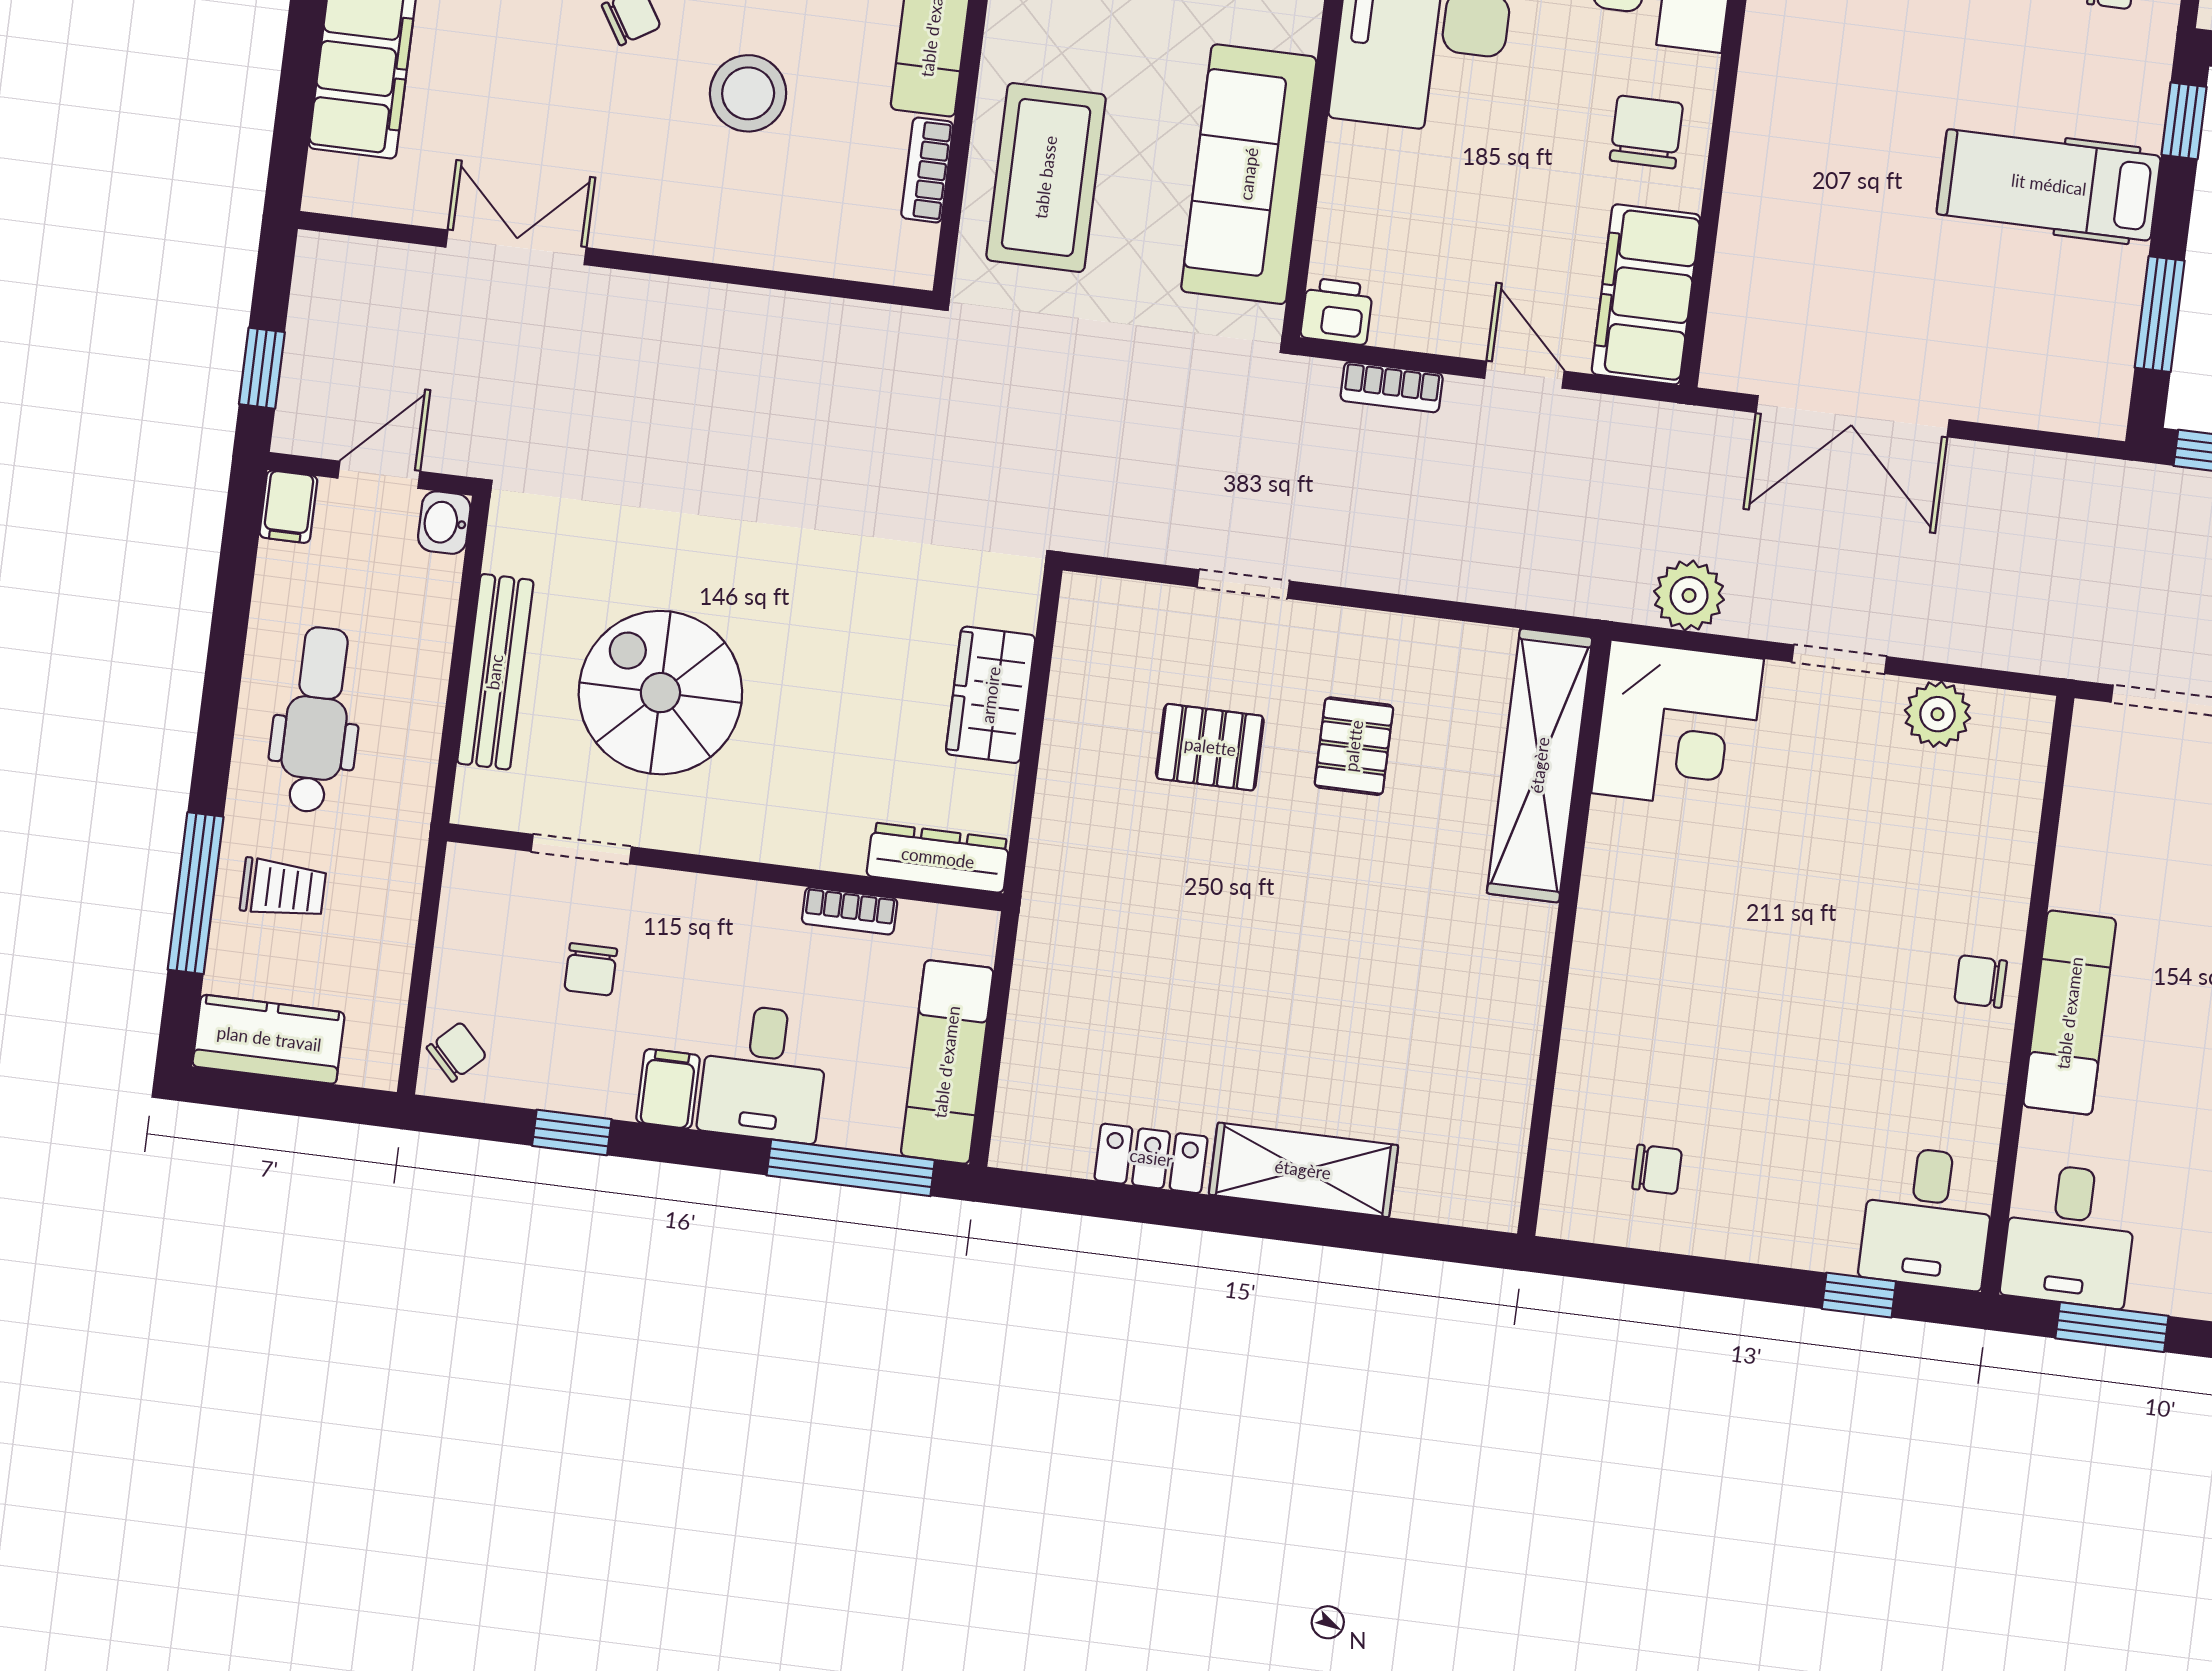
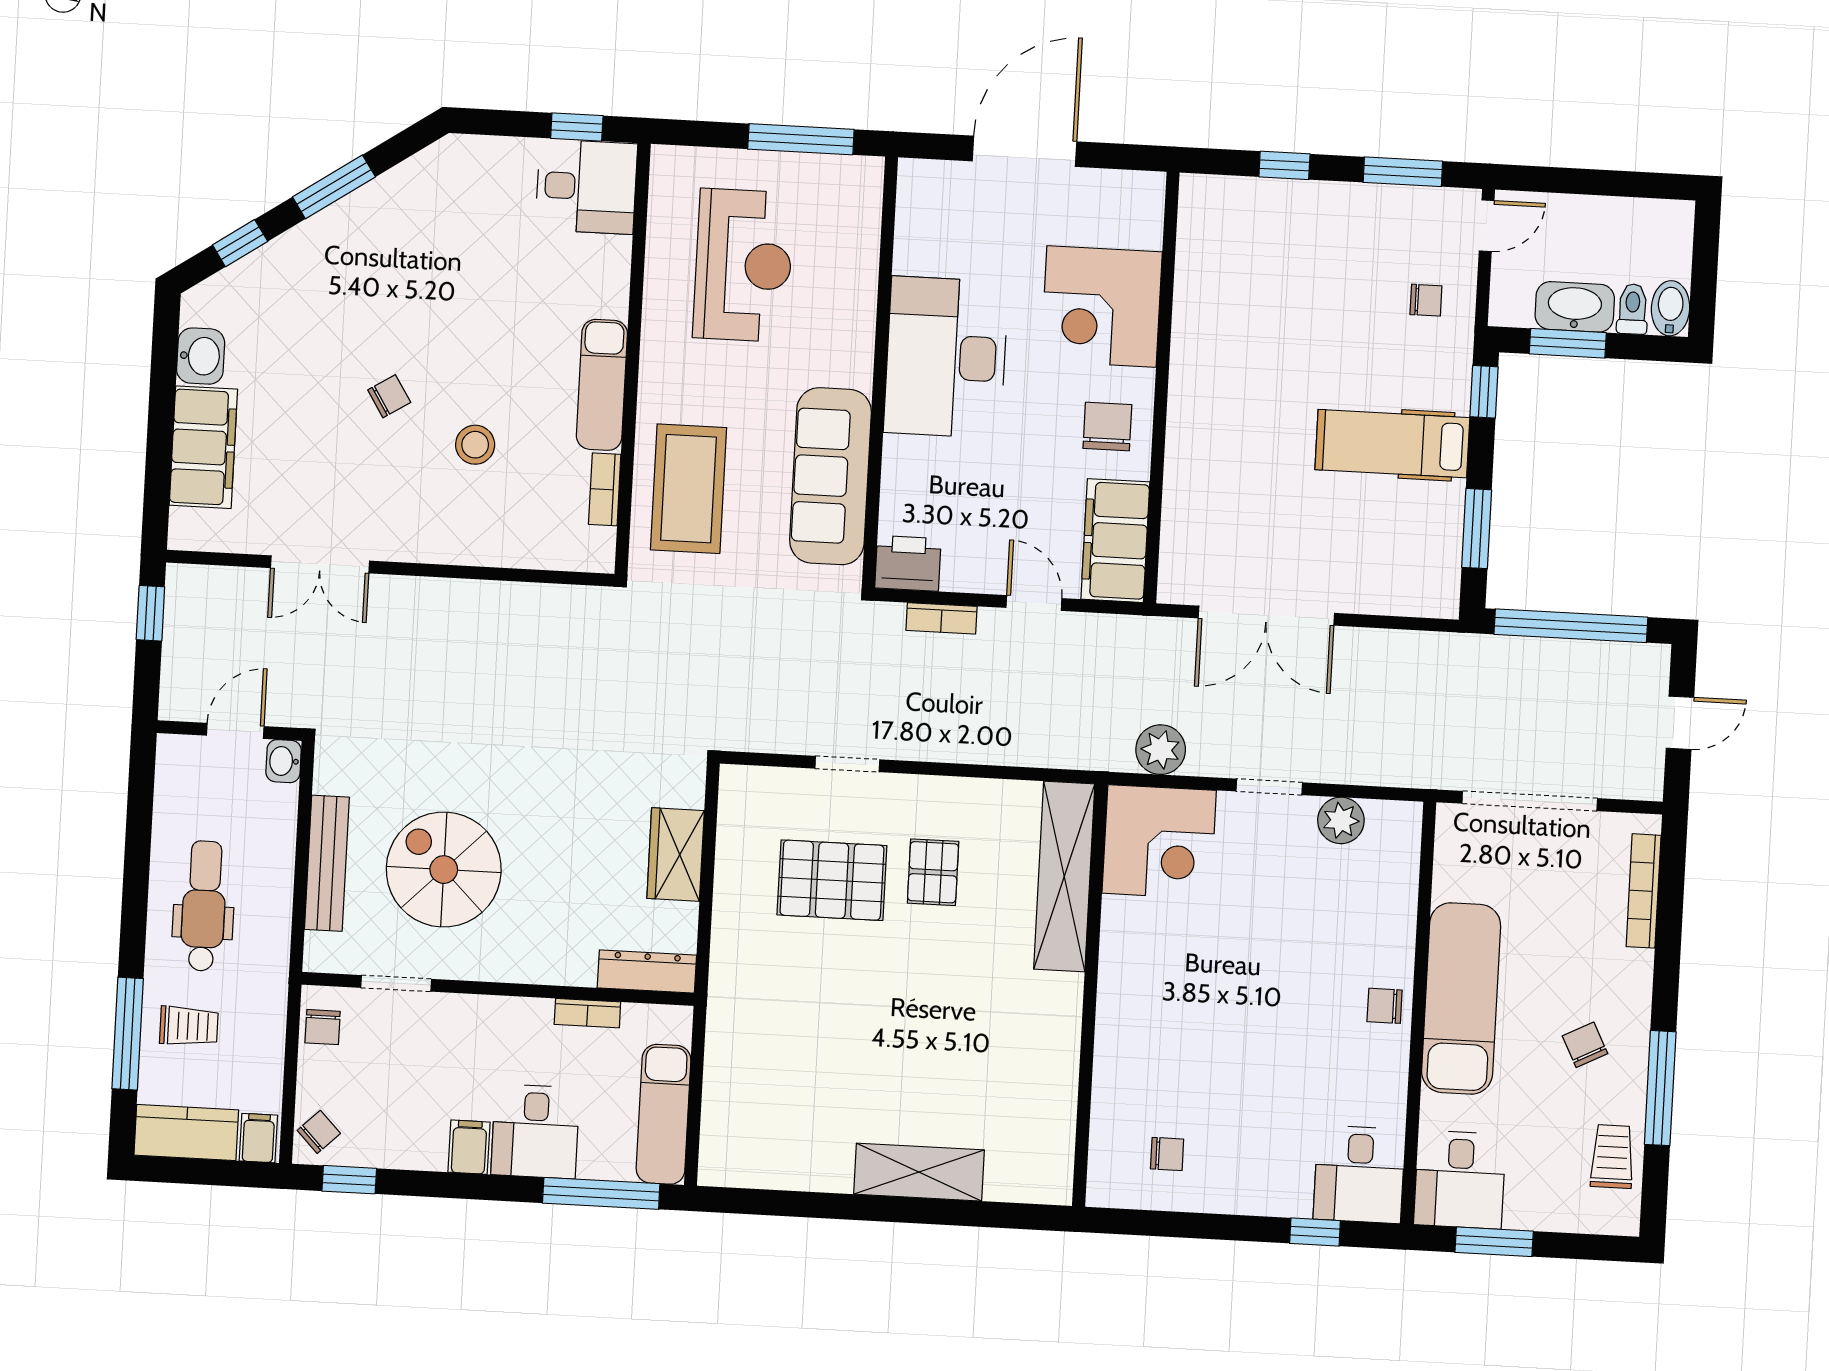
stool: (748, 93) -> (475, 445), width x0.73, depth x0.73
double door: (516, 247) -> (320, 564), swing flipped
printer: (1337, 311) -> (908, 563), width x1.36, depth x1.24
window: (262, 368) -> (150, 613), moved
filing cabinet: (288, 507) -> (258, 1138), moved, turned 180
pallet: (1210, 747) -> (832, 880), width x1.50, depth x1.42
chair: (591, 969) -> (323, 1027), moved
exam couch: (2070, 1013) -> (1461, 998), width x1.36, depth x1.45
window: (572, 1133) -> (349, 1180), moved
locker: (1151, 1158) -> (811, 1172), removed

